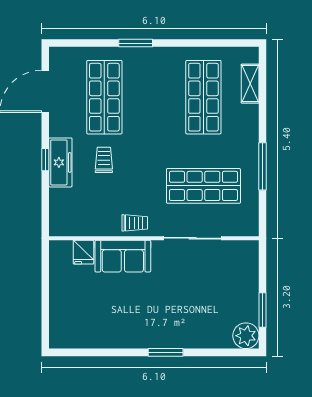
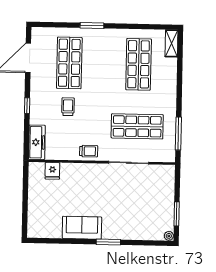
shelving: (250, 84) -> (172, 43), moved
freezer: (60, 162) -> (37, 142), moved
window: (263, 166) -> (178, 134), moved
sofa: (123, 256) -> (82, 228), moved, turned 180
plant: (246, 336) -> (169, 236), width x0.53, depth x0.53

